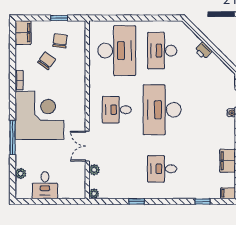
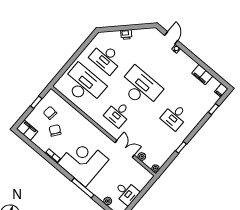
desk: (162, 110) -> (140, 87), turned 180
double door: (87, 146) -> (125, 149), swing flipped

